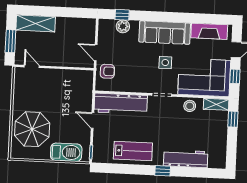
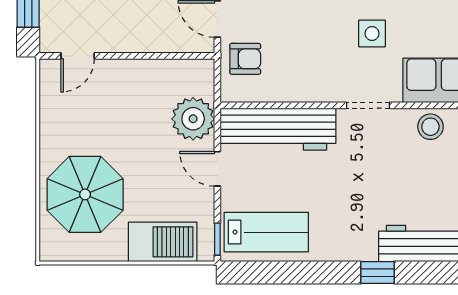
door: (32, 66) -> (78, 56), swing flipped
plant: (83, 97) -> (193, 119), added
lab bench: (133, 151) -> (266, 232), moved

